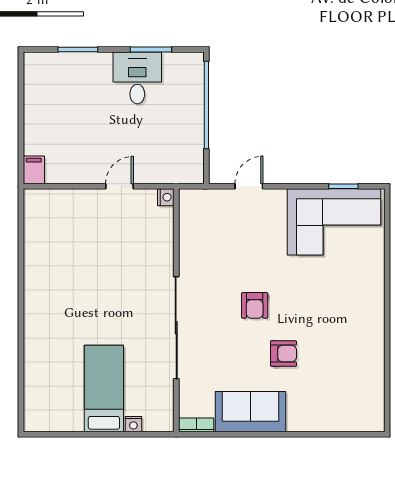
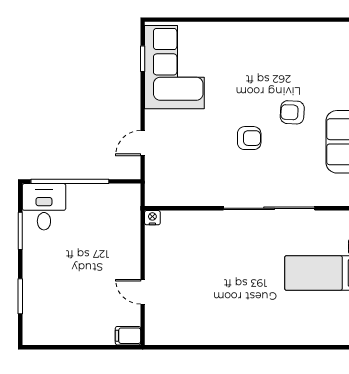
desk: (137, 78) -> (44, 207), moved, turned 90
door: (119, 186) -> (143, 292), moved
door: (249, 186) -> (143, 143), hinge flipped
armchair: (283, 354) -> (292, 112), turned -87

